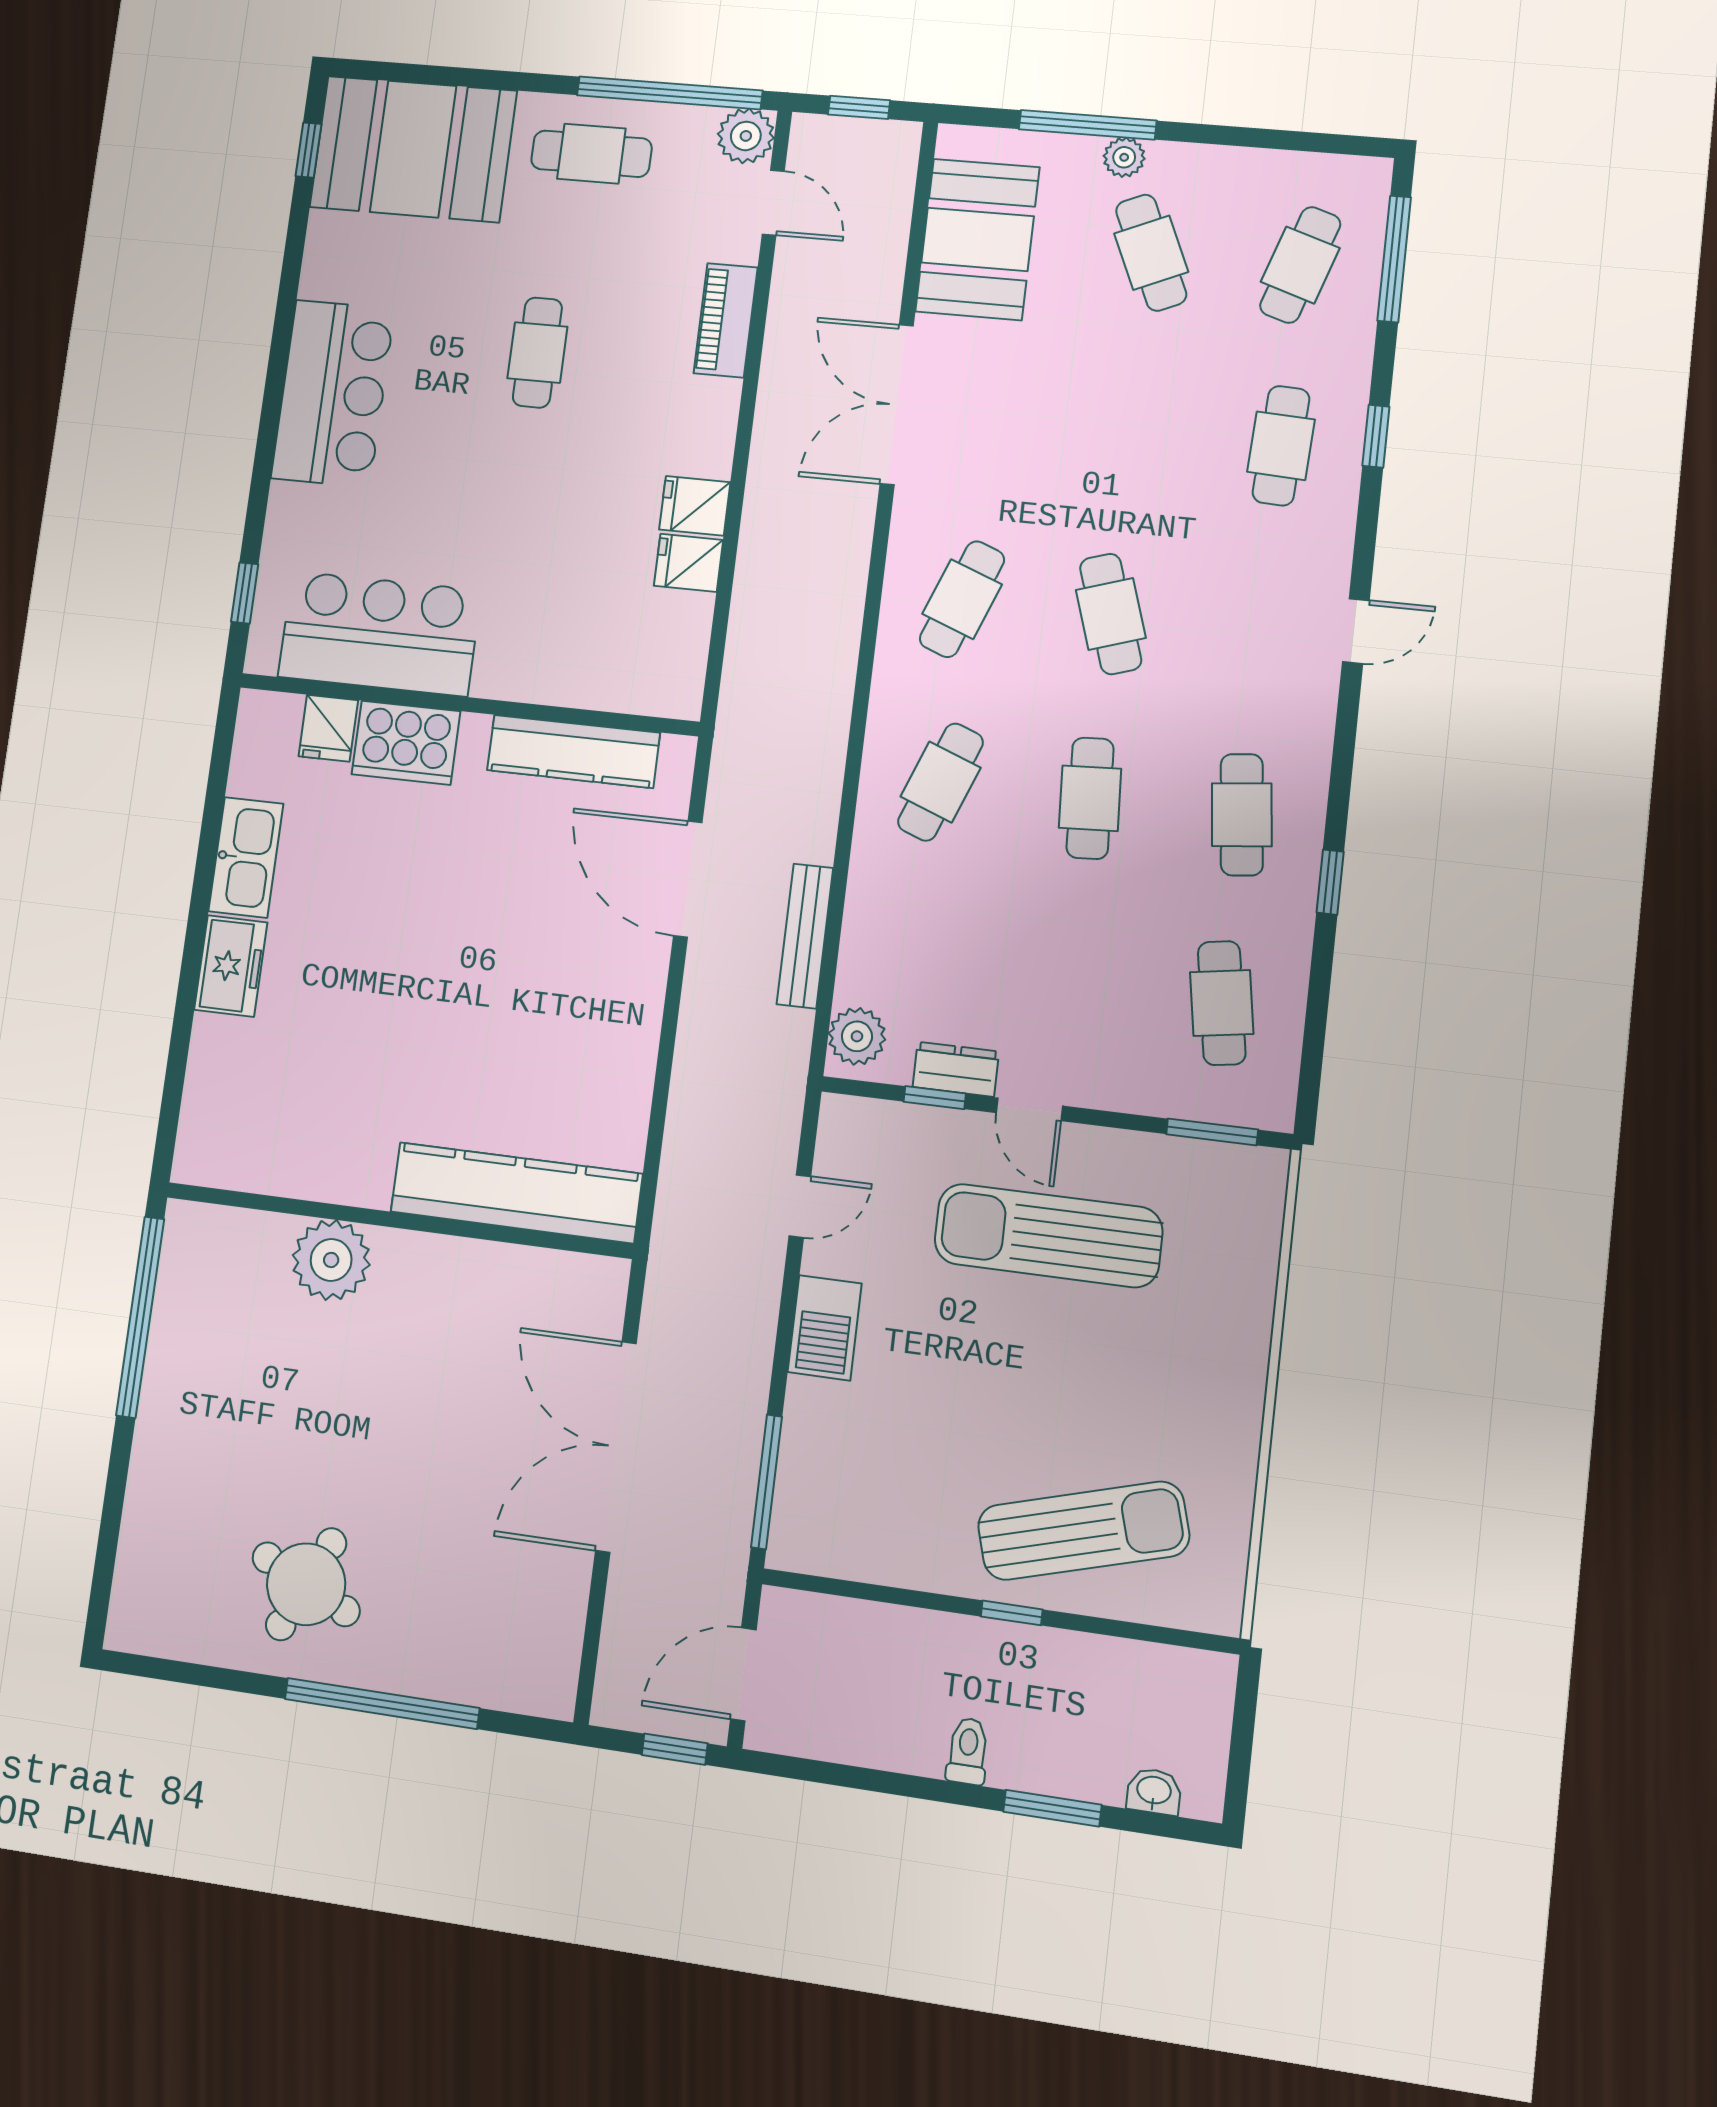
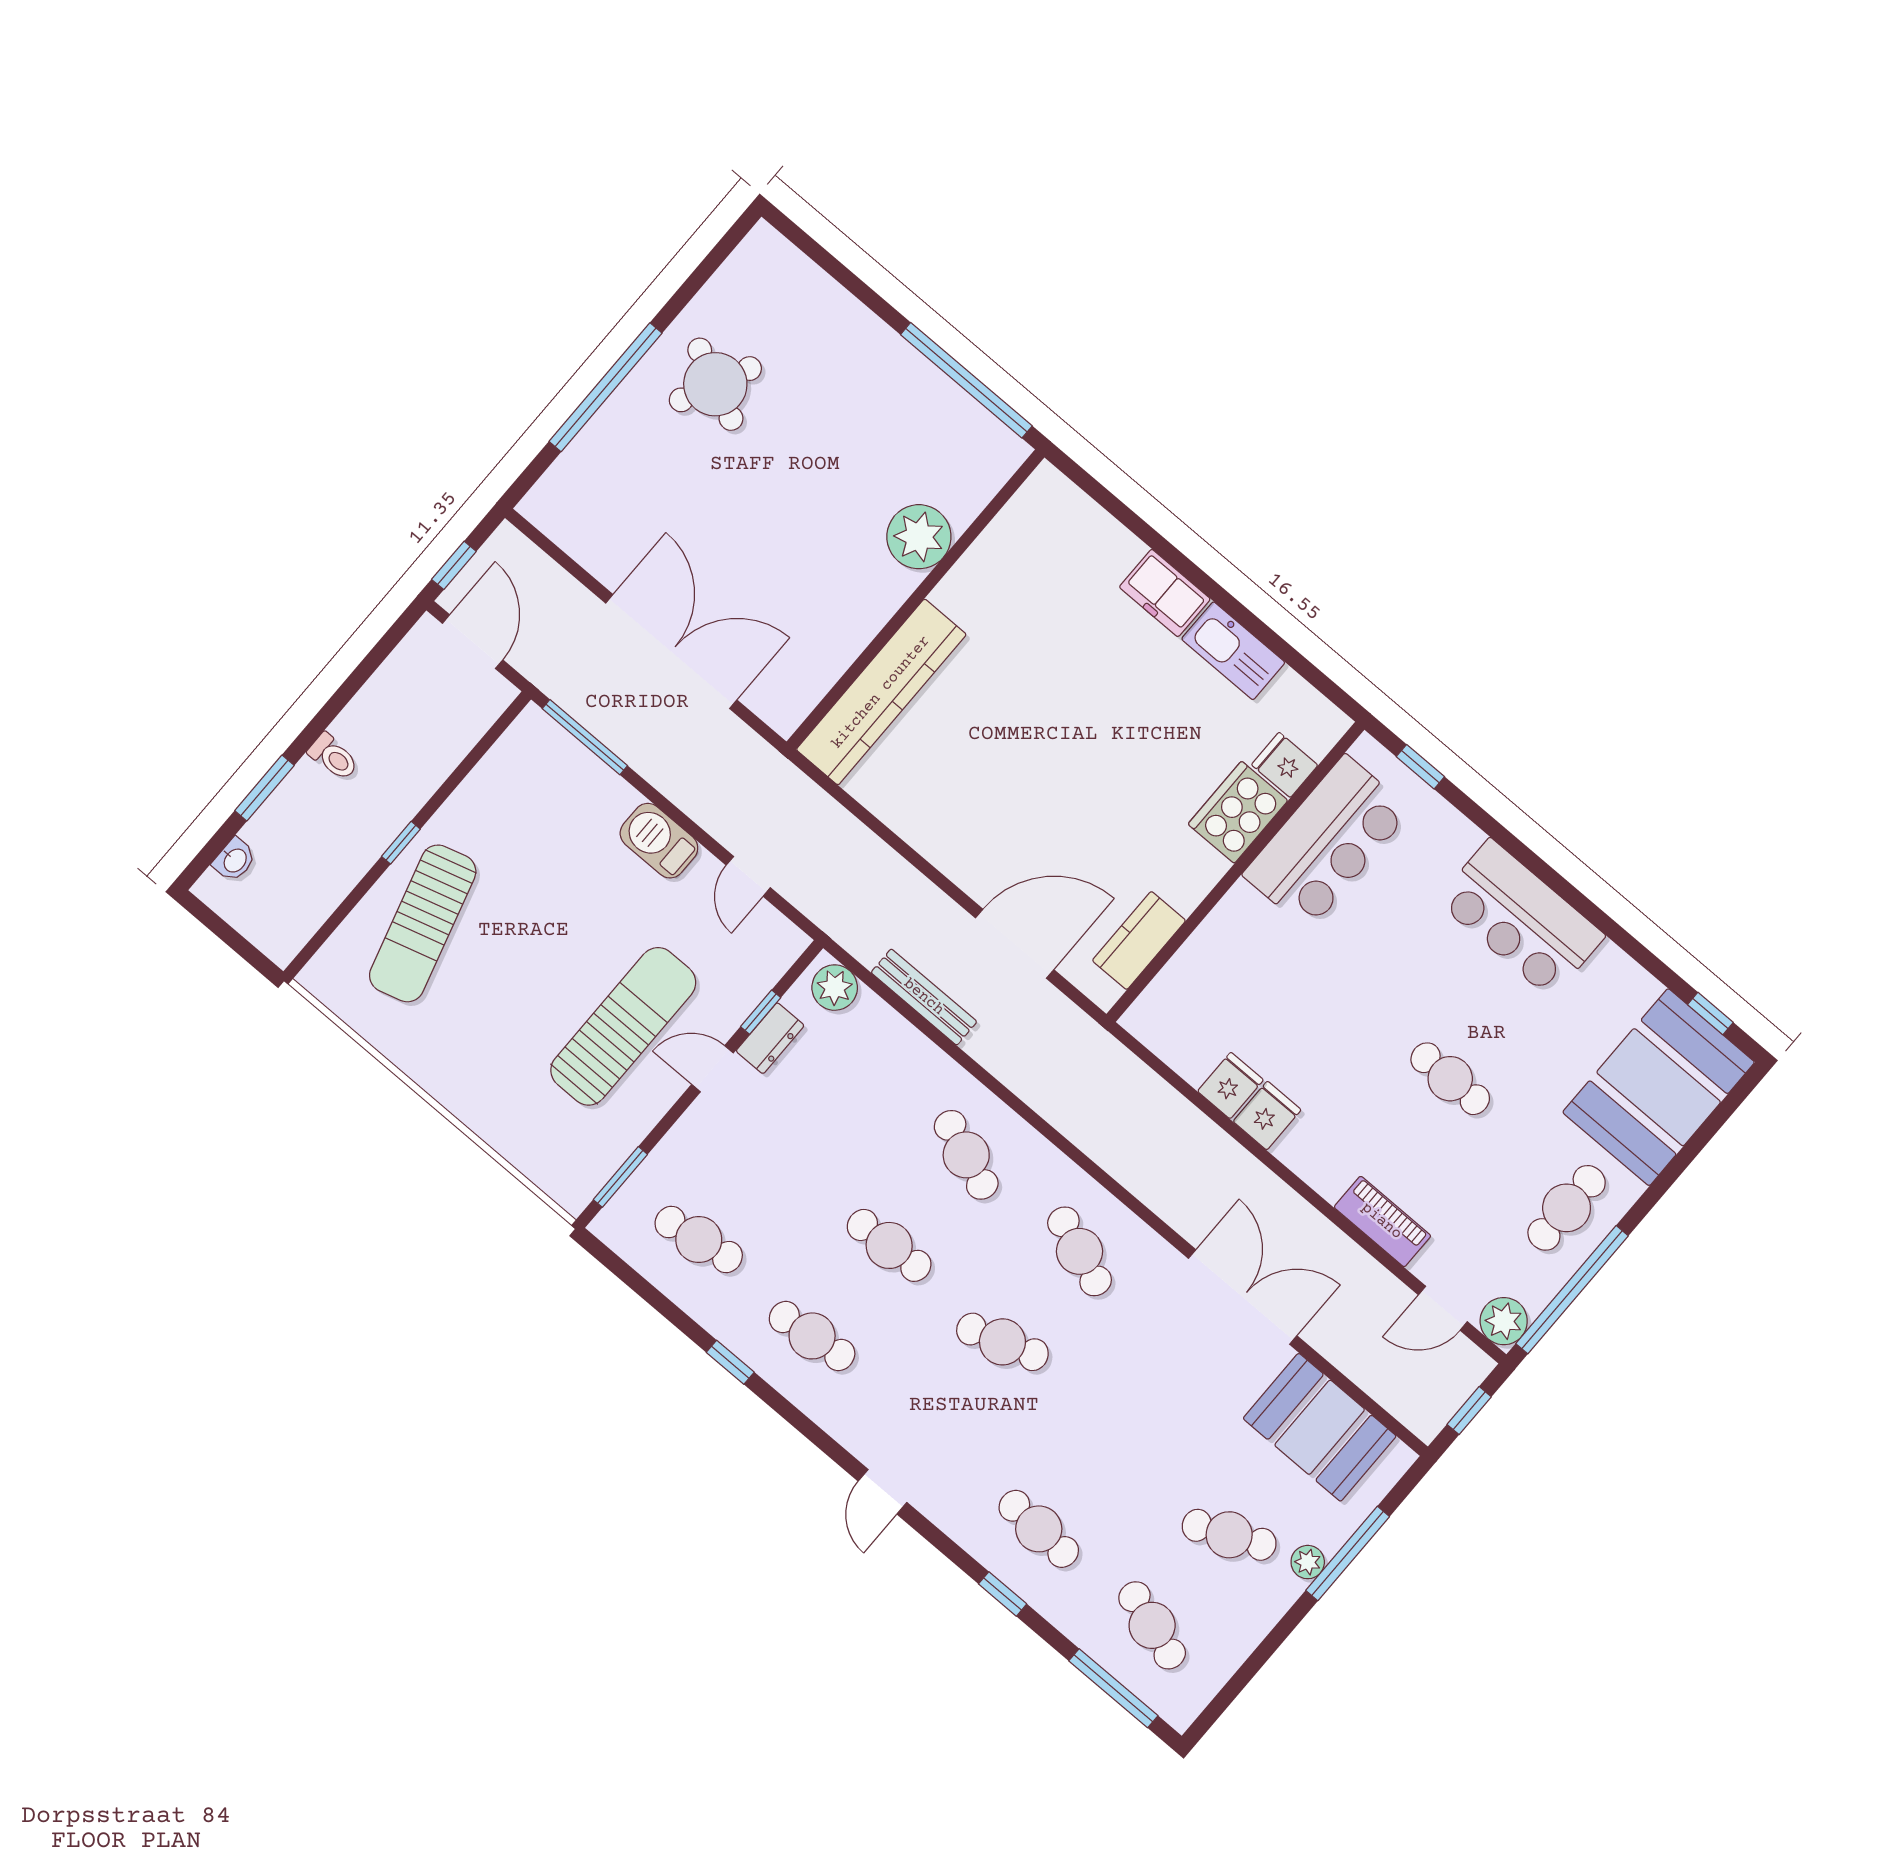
kitchen counter: (573, 751) -> (1139, 940), width x0.67

